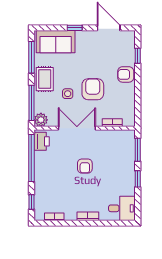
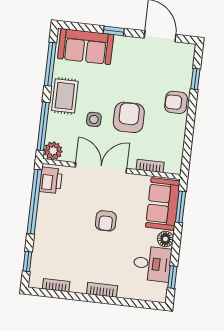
sofa: (125, 149) -> (163, 204), added
floor lamp: (129, 174) -> (165, 239), added
window: (138, 179) -> (172, 277), moved
desk: (122, 208) -> (152, 264), moved

